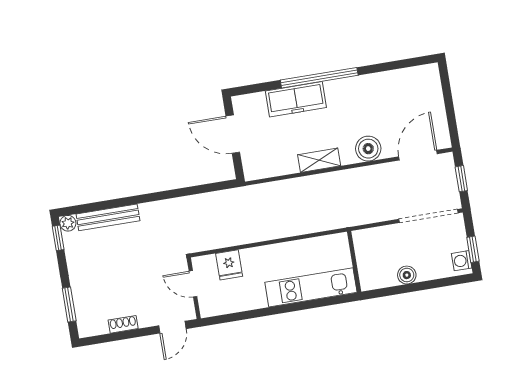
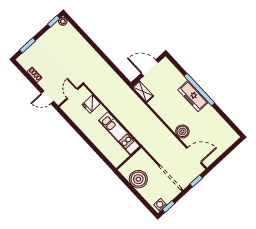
freezer: (296, 99) -> (193, 96), moved
door: (233, 134) -> (150, 68), hinge flipped
shelving: (319, 160) -> (143, 92), moved
bench: (108, 217) -> (77, 37), removed
boiler: (407, 275) -> (138, 179), width x1.86, depth x1.86
kitchen unit: (311, 287) -> (119, 133), moved, turned 180

